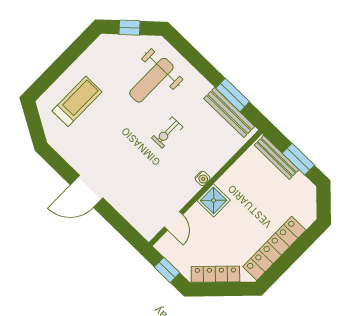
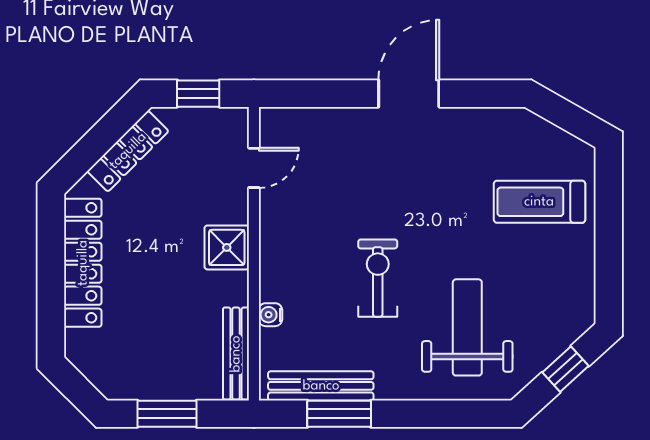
treadmill: (77, 101) -> (539, 202), turned 90
exercise bike: (167, 132) -> (378, 278), width x1.38, depth x1.39
bench: (277, 157) -> (236, 354), moved, turned 90
water cooler: (203, 178) -> (270, 315), moved
door: (173, 221) -> (254, 168), swing flipped

